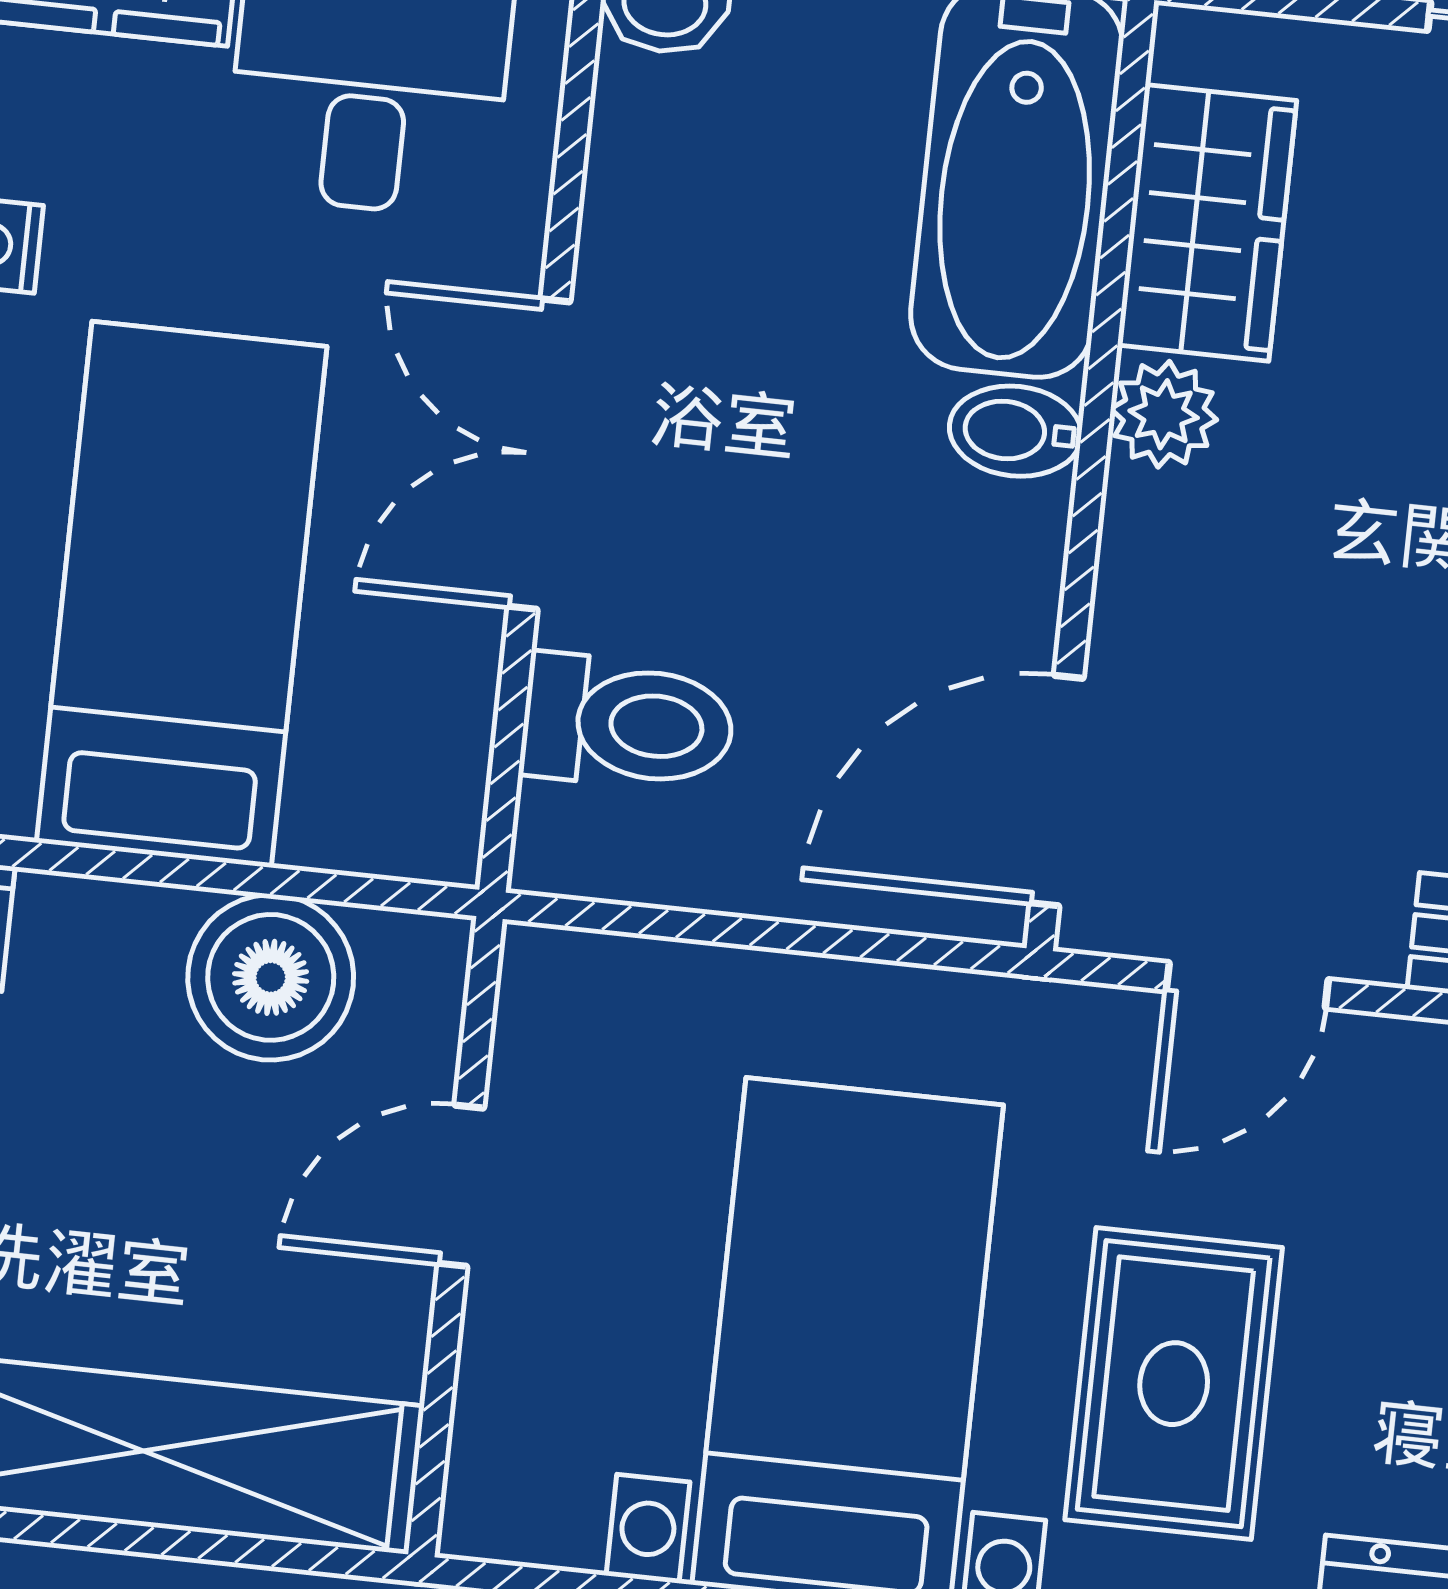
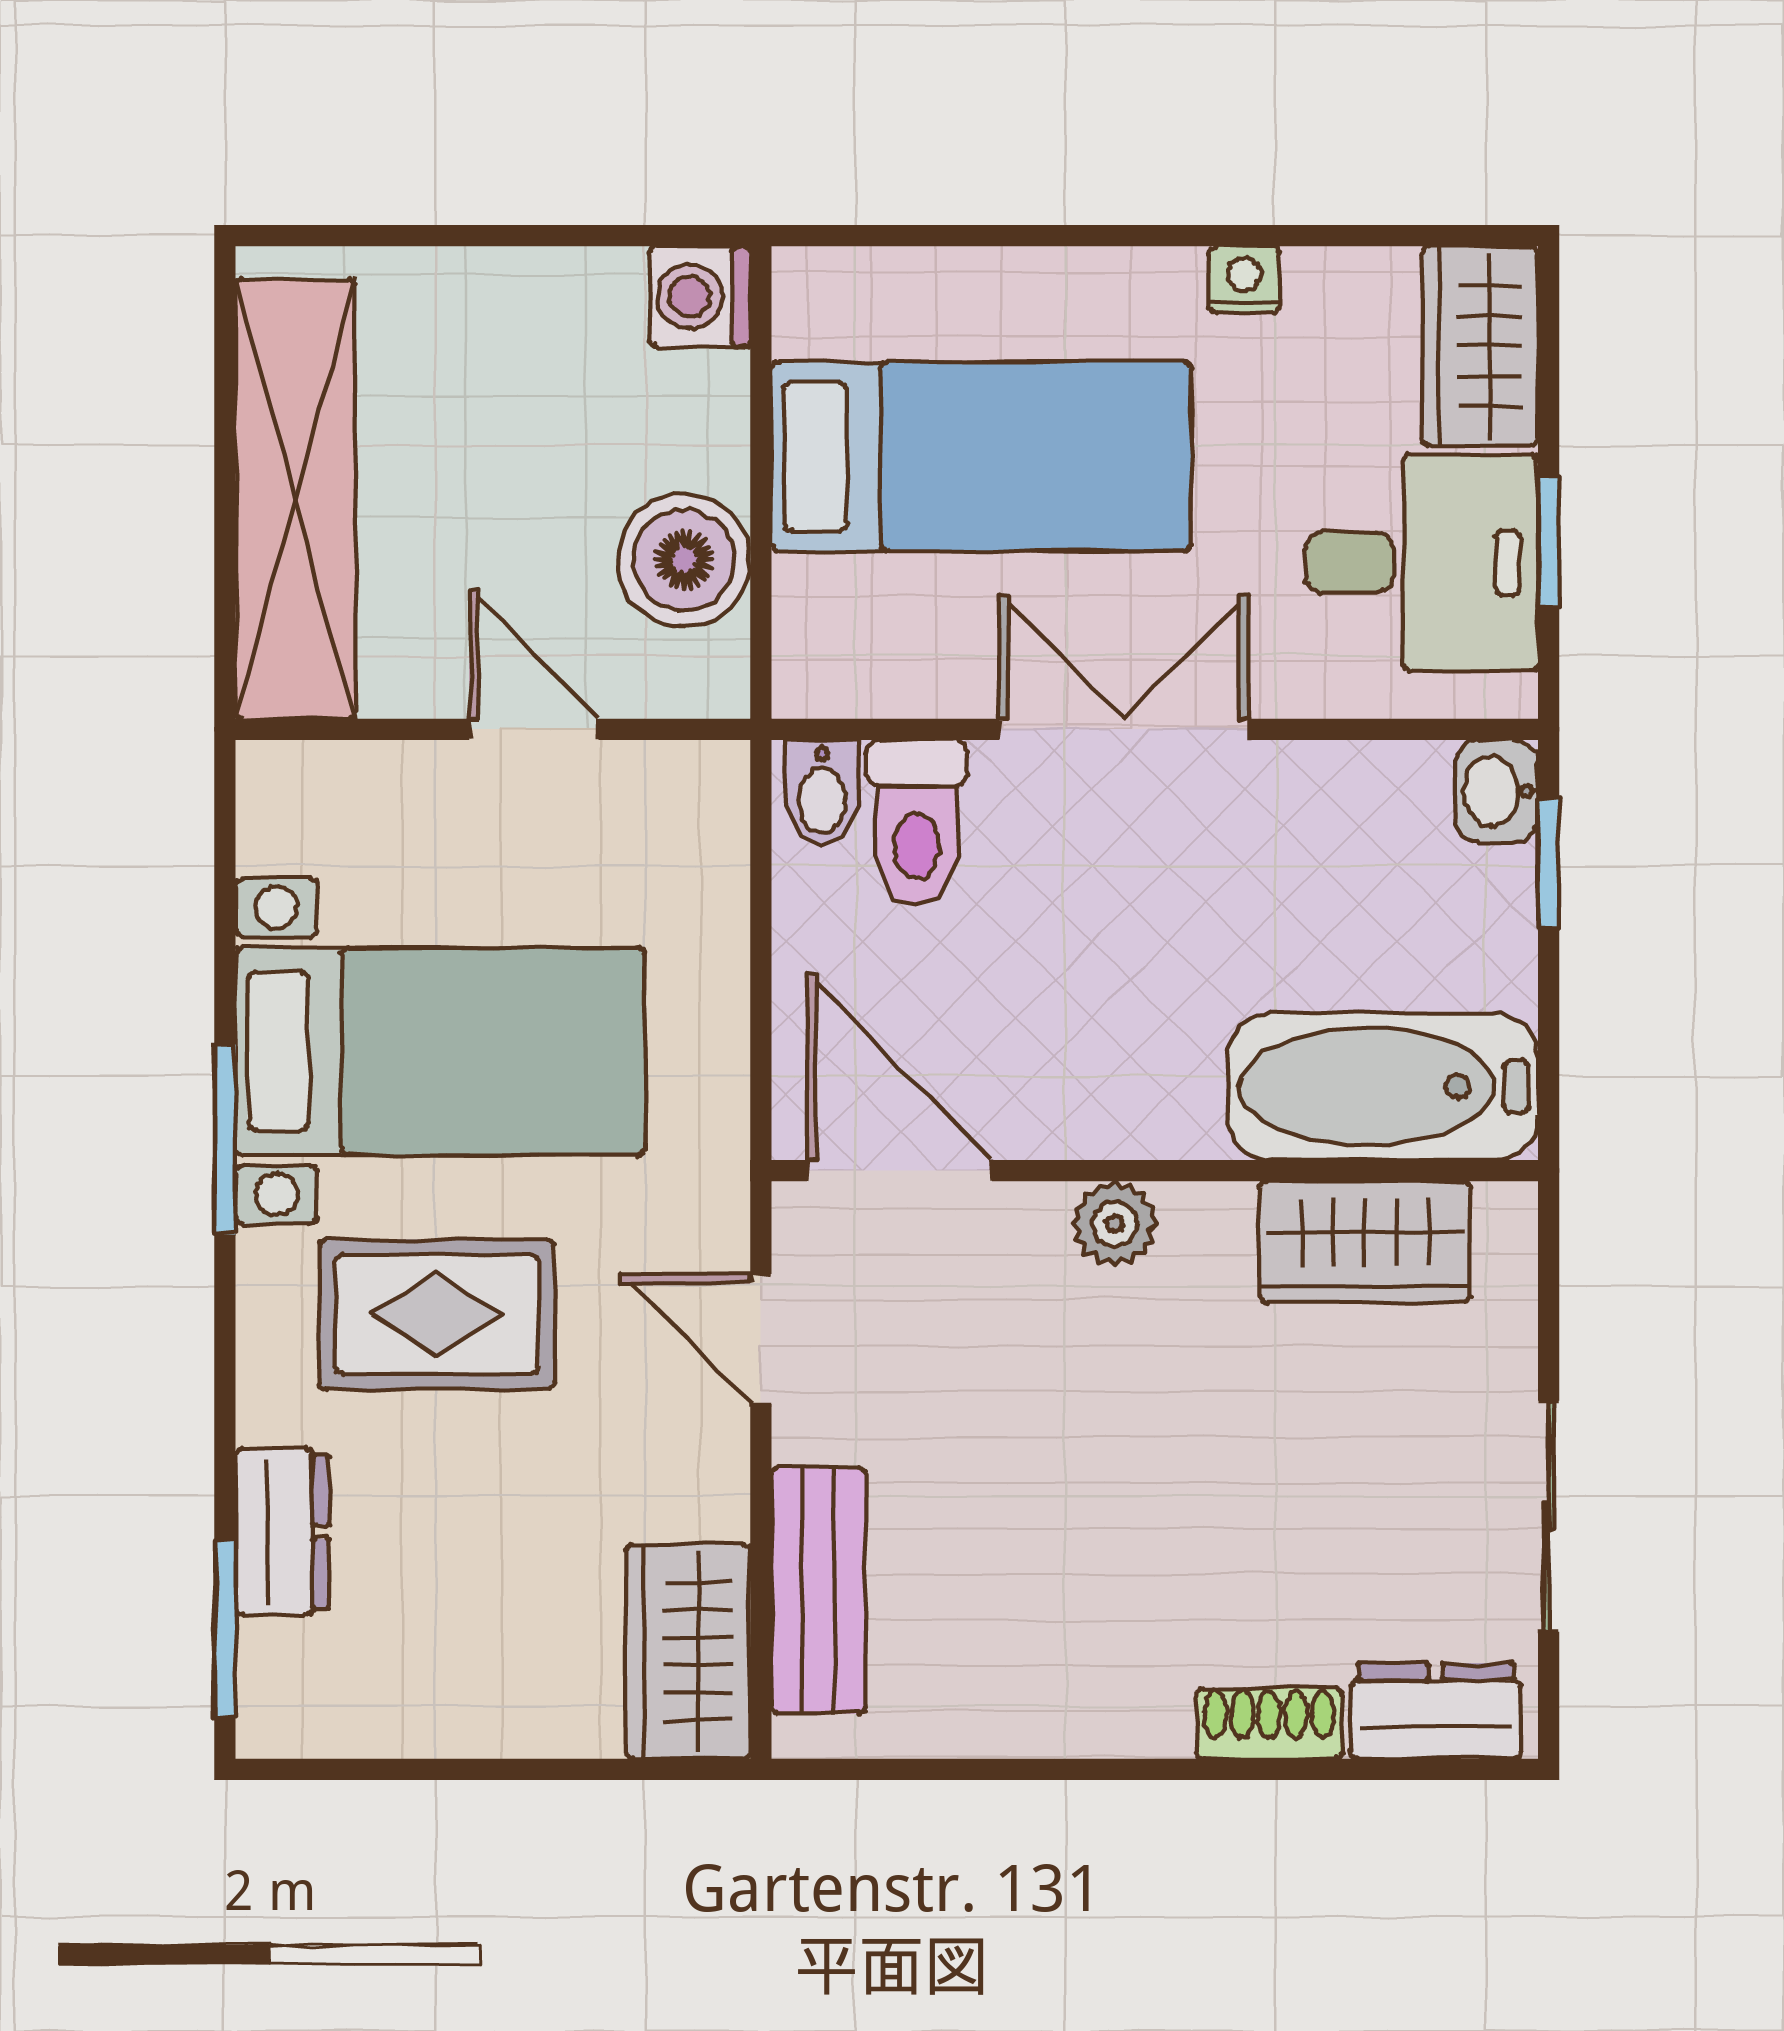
plant: (1164, 414) -> (1115, 1224), moved
bidet: (1015, 431) -> (822, 793), moved, turned 180

